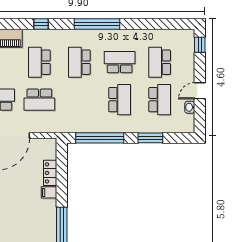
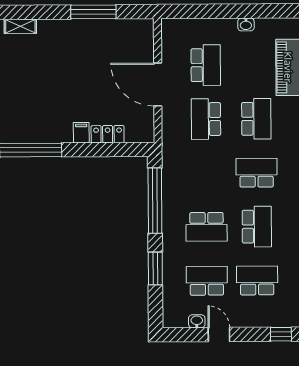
school desk: (39, 62) -> (256, 119), turned 90
school desk: (160, 100) -> (207, 281), turned 180

